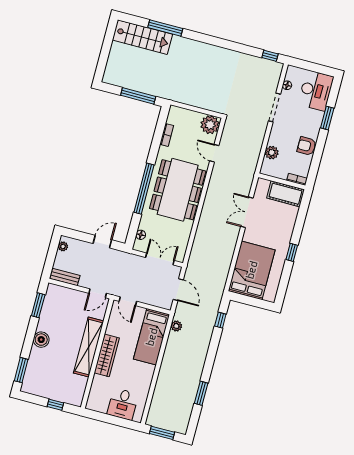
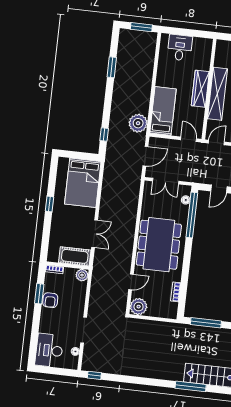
window: (327, 118) -> (39, 294), moved
armchair: (307, 146) -> (50, 300), turned 90
door: (214, 153) -> (131, 282), hinge flipped
plant: (272, 153) -> (82, 275), moved
window: (144, 189) -> (192, 215), moved
cot: (286, 194) -> (75, 256), moved
door: (178, 290) -> (145, 156), swing flipped
plant: (176, 326) -> (138, 123), width x1.87, depth x1.87

